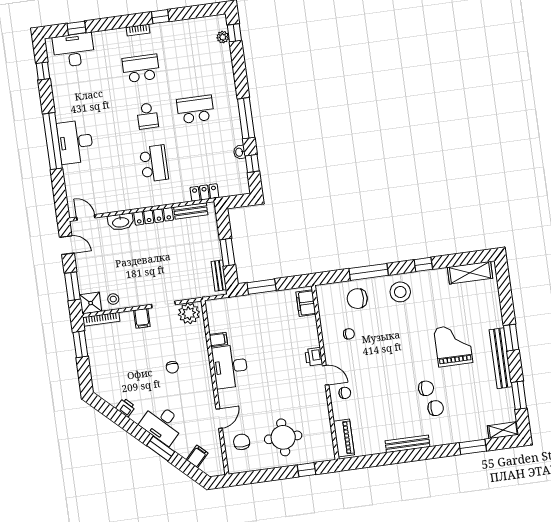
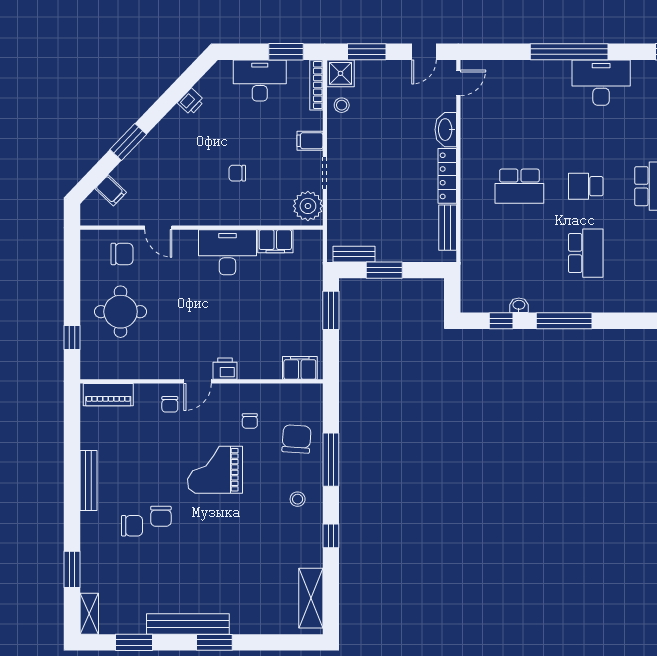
desk: (75, 142) -> (601, 83), moved
locker: (204, 193) -> (470, 250), removed
stool: (400, 292) -> (298, 499), width x0.53, depth x0.53
filing cabinet: (218, 339) -> (275, 241), width x2.00
grand piano: (453, 345) -> (215, 470), moved, turned 180
chair: (436, 408) -> (132, 526), turned -90
desk: (162, 424) -> (260, 80), moved, turned 46

